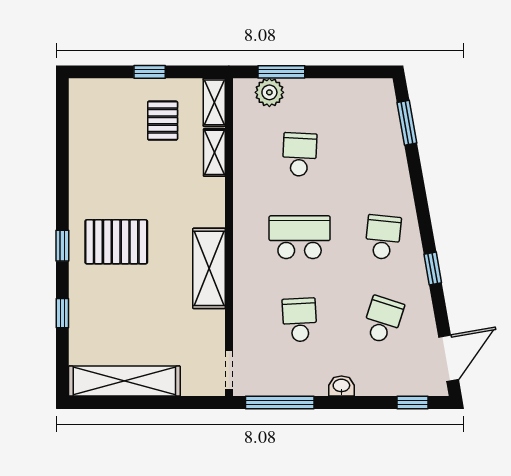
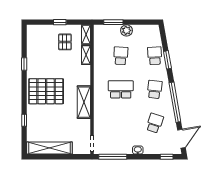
plant: (269, 92) -> (127, 30), moved
window: (407, 123) -> (167, 60), moved
pallet: (116, 242) -> (46, 91), width x1.37, depth x1.41
window: (62, 246) -> (24, 64), moved
window: (433, 269) -> (175, 102), width x3.17
school desk: (300, 320) -> (155, 56), moved

